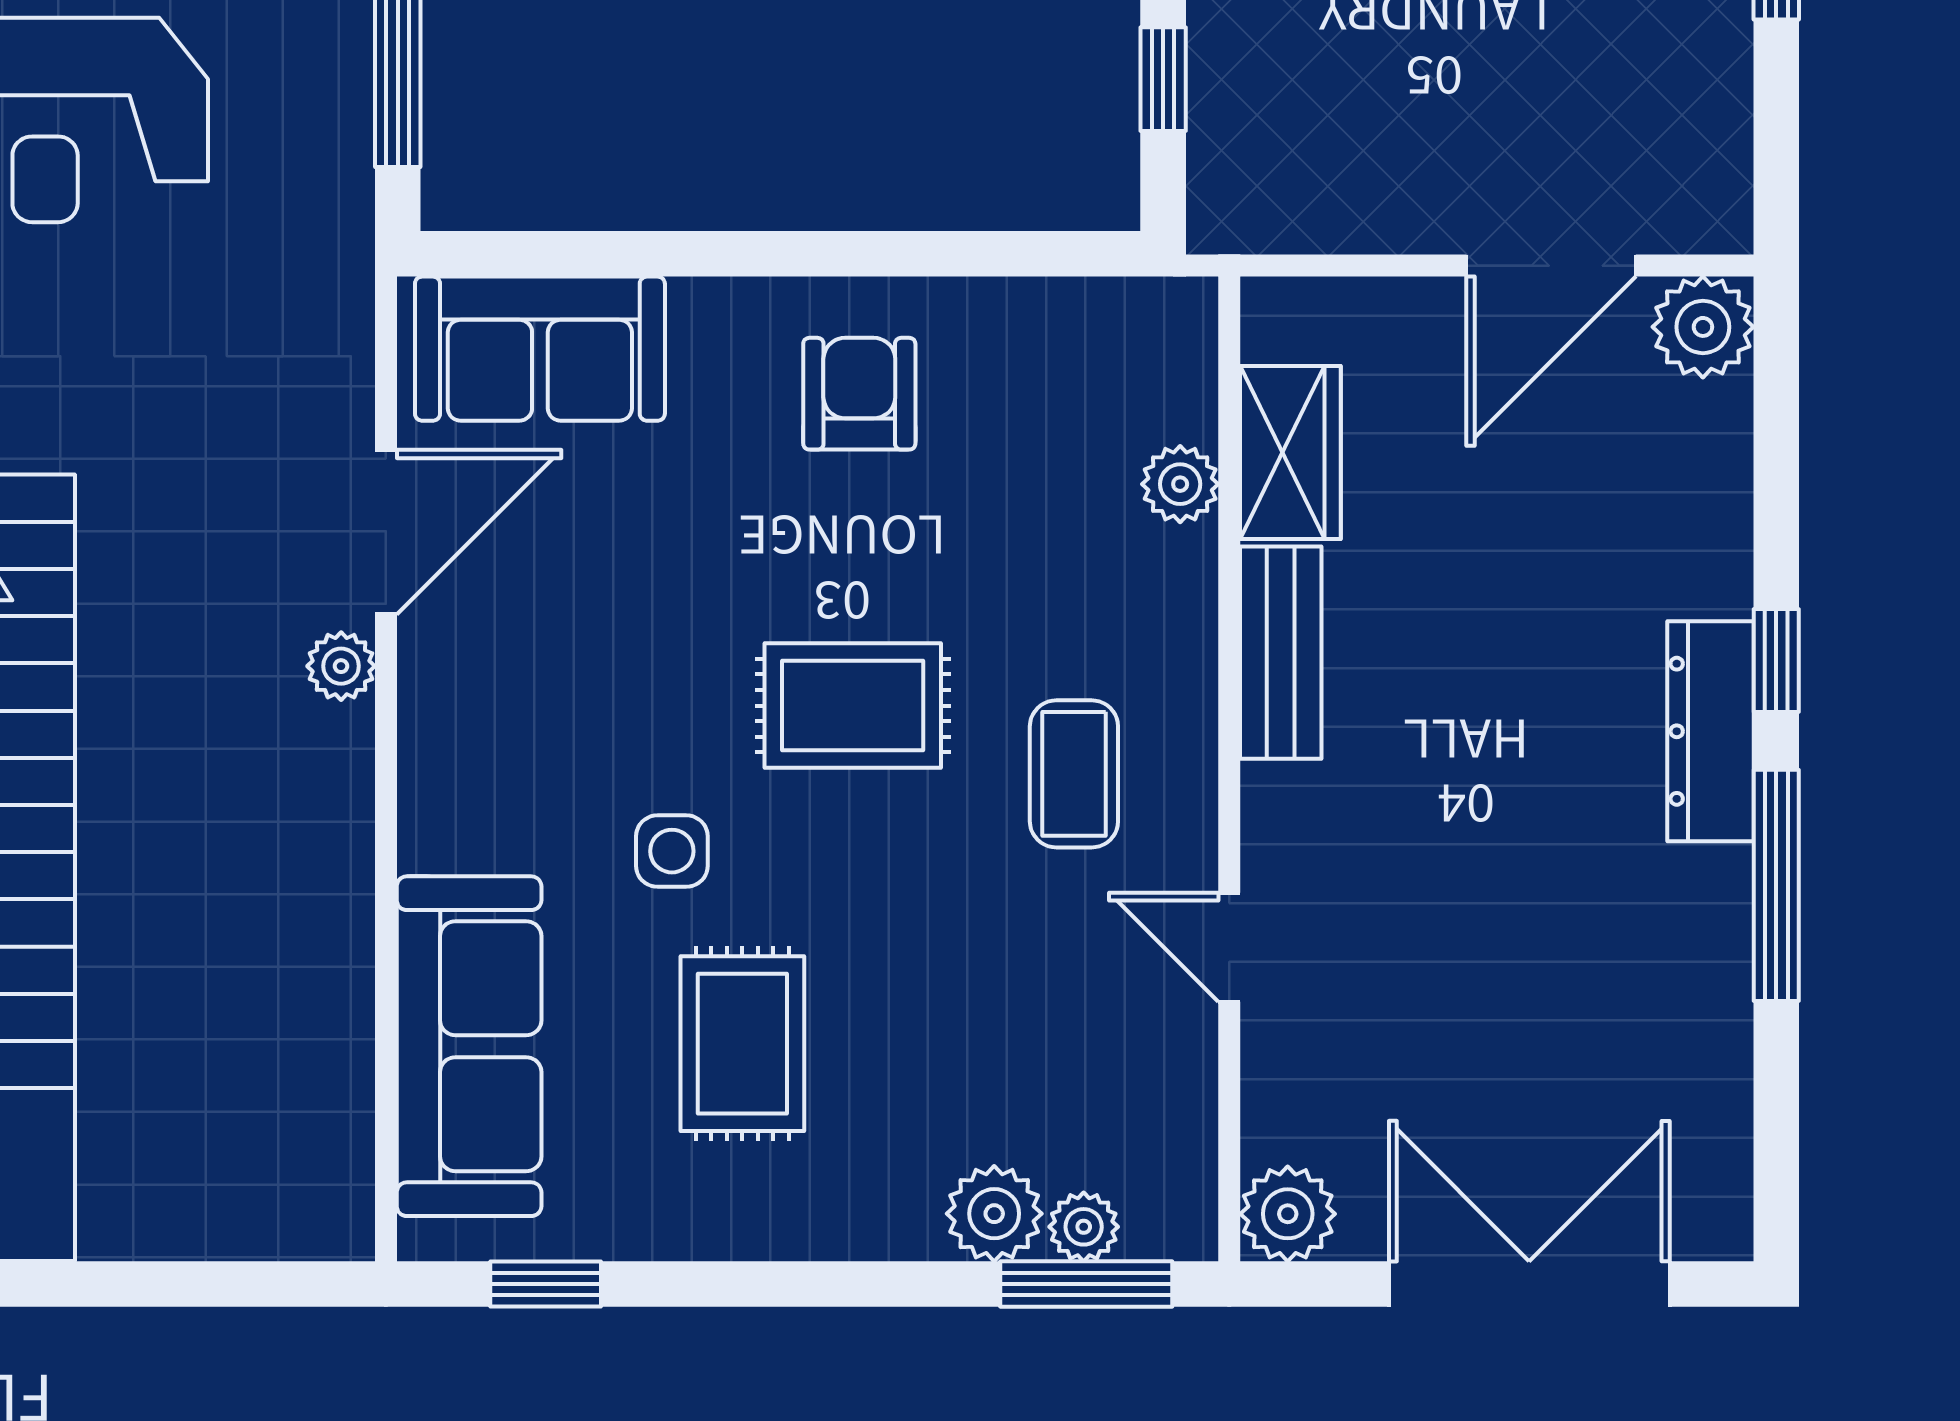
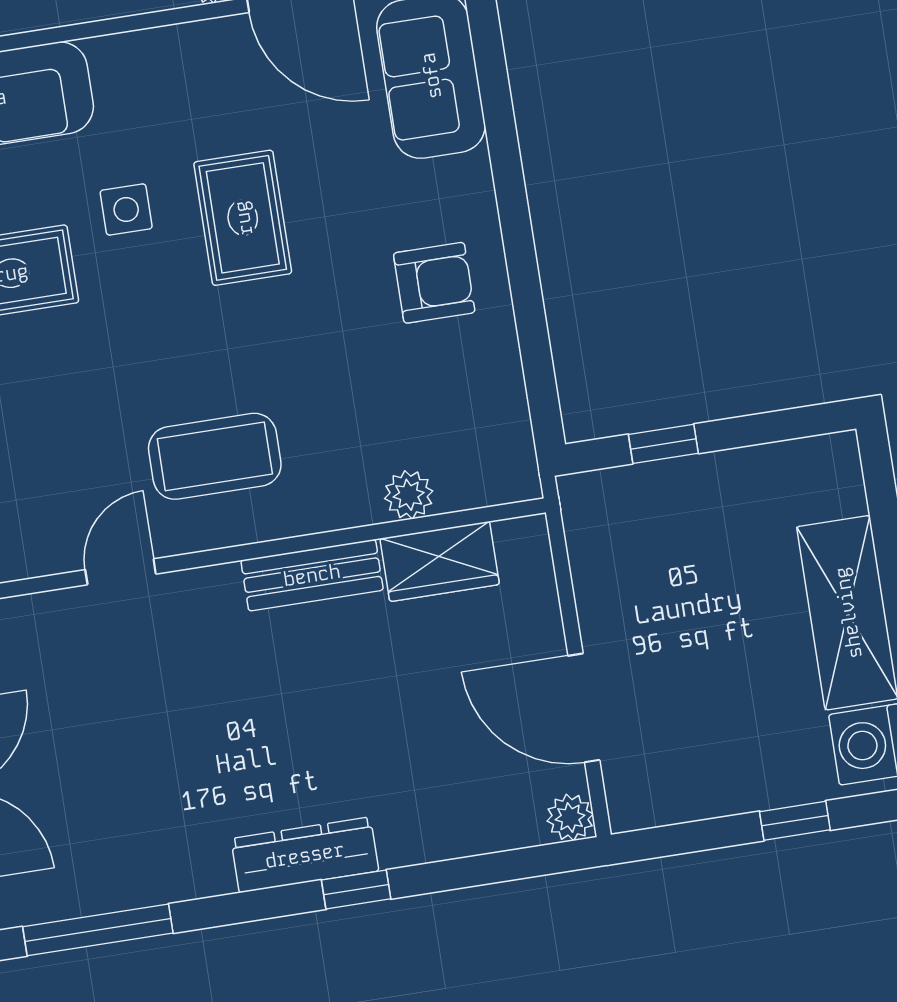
plant: (1703, 327) -> (570, 817), width x0.73, depth x0.73
rug: (853, 706) -> (243, 218), moved
coffee table: (1074, 774) -> (215, 456), width x1.36, depth x1.30
window: (1776, 885) -> (98, 930), moved

